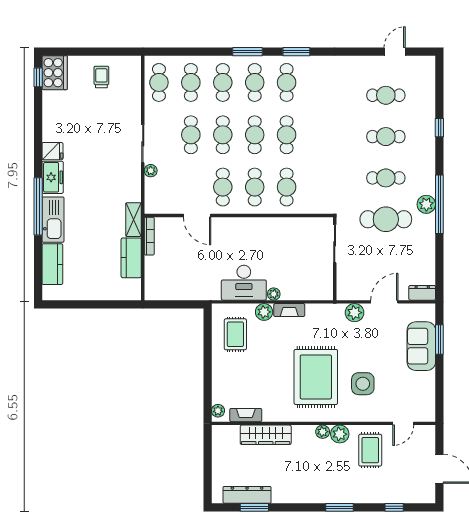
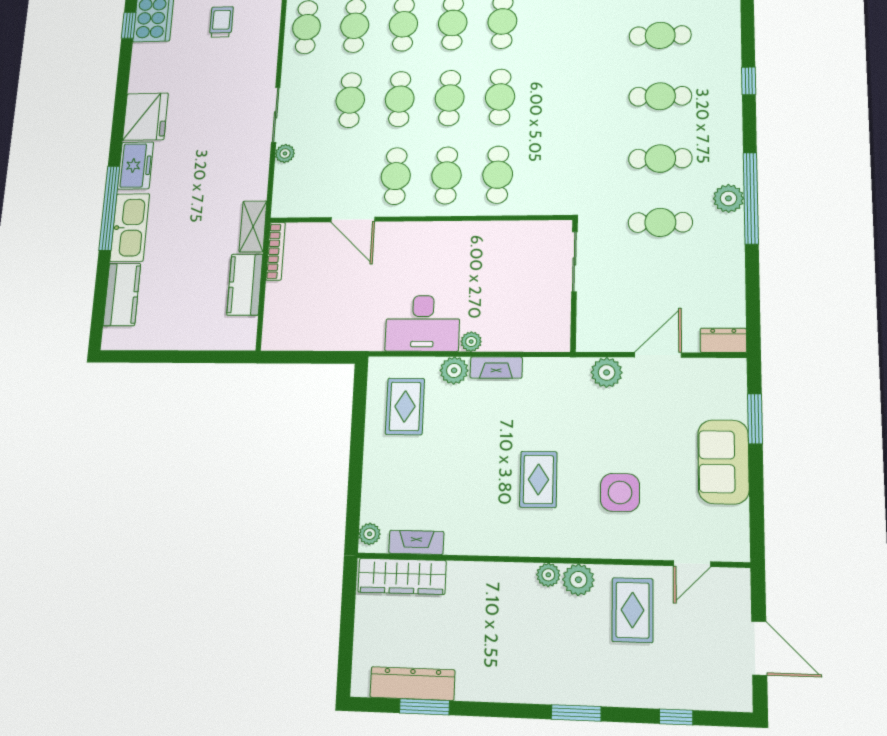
fridge: (52, 151) -> (145, 117), width x1.88, depth x1.34
cafe table: (386, 219) -> (660, 222), width x0.73, depth x0.74
sofa: (421, 346) -> (723, 462), moved
rug: (316, 377) -> (538, 479), width x0.54, depth x0.49
wardrobe: (266, 435) -> (402, 576), moved

